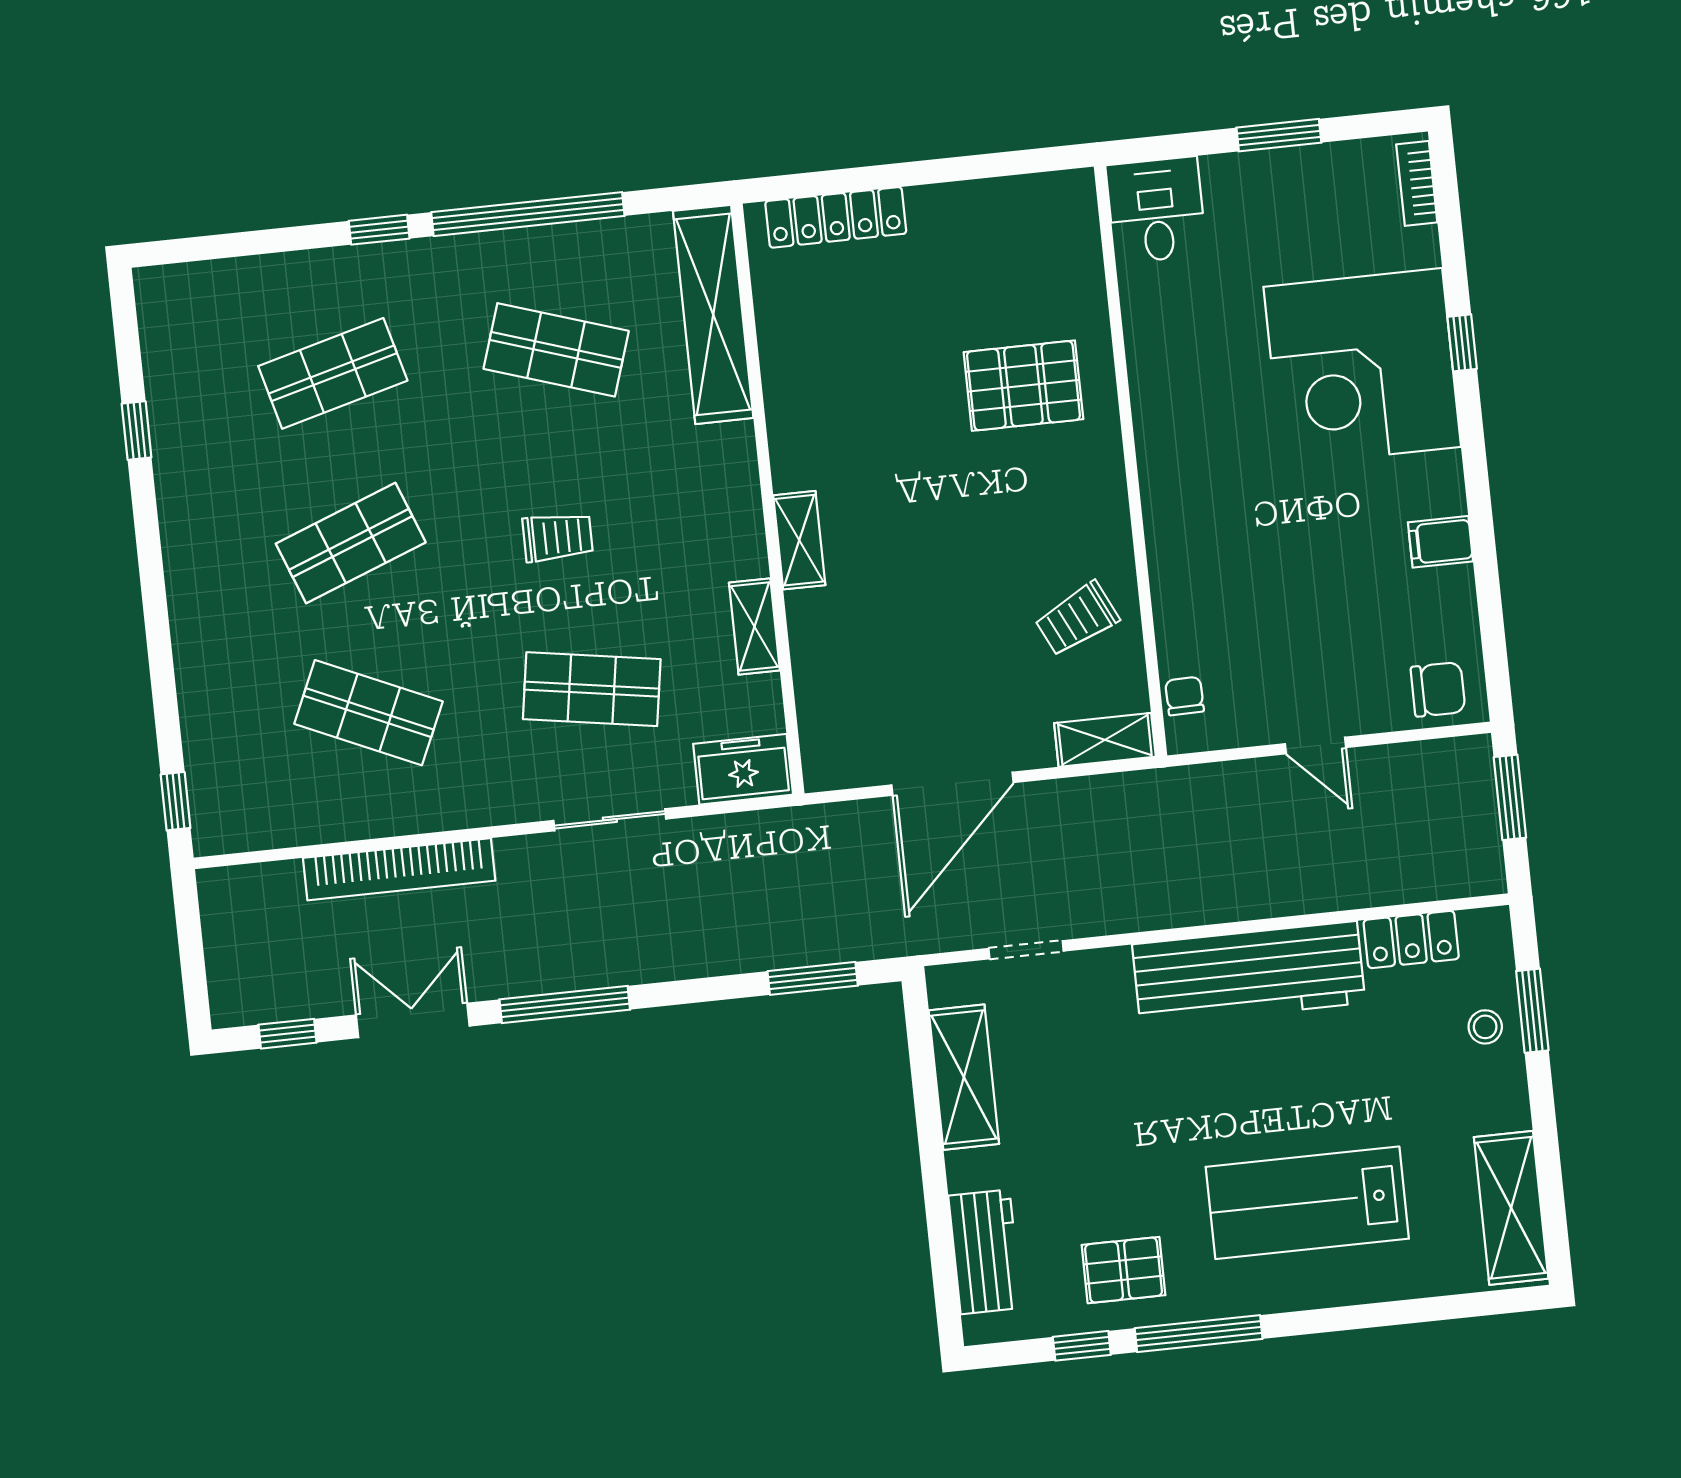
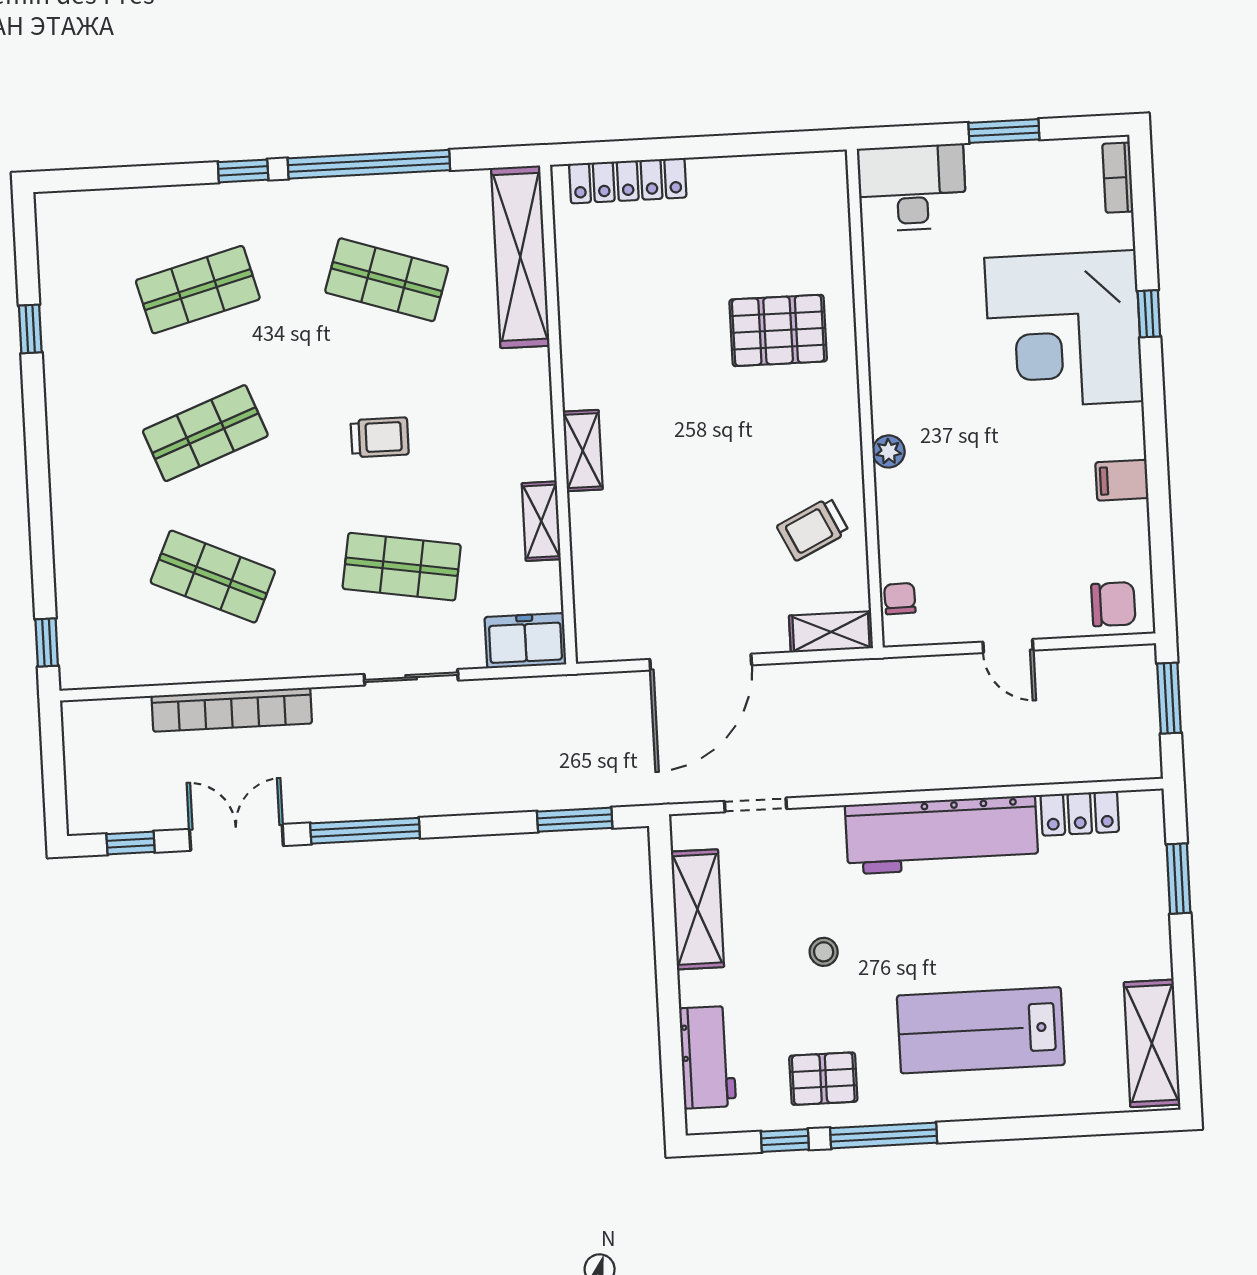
desk: (1156, 210) -> (912, 188), width x1.37
plant: (1162, 522) -> (889, 451), added
stool: (1485, 1027) -> (824, 952), moved

